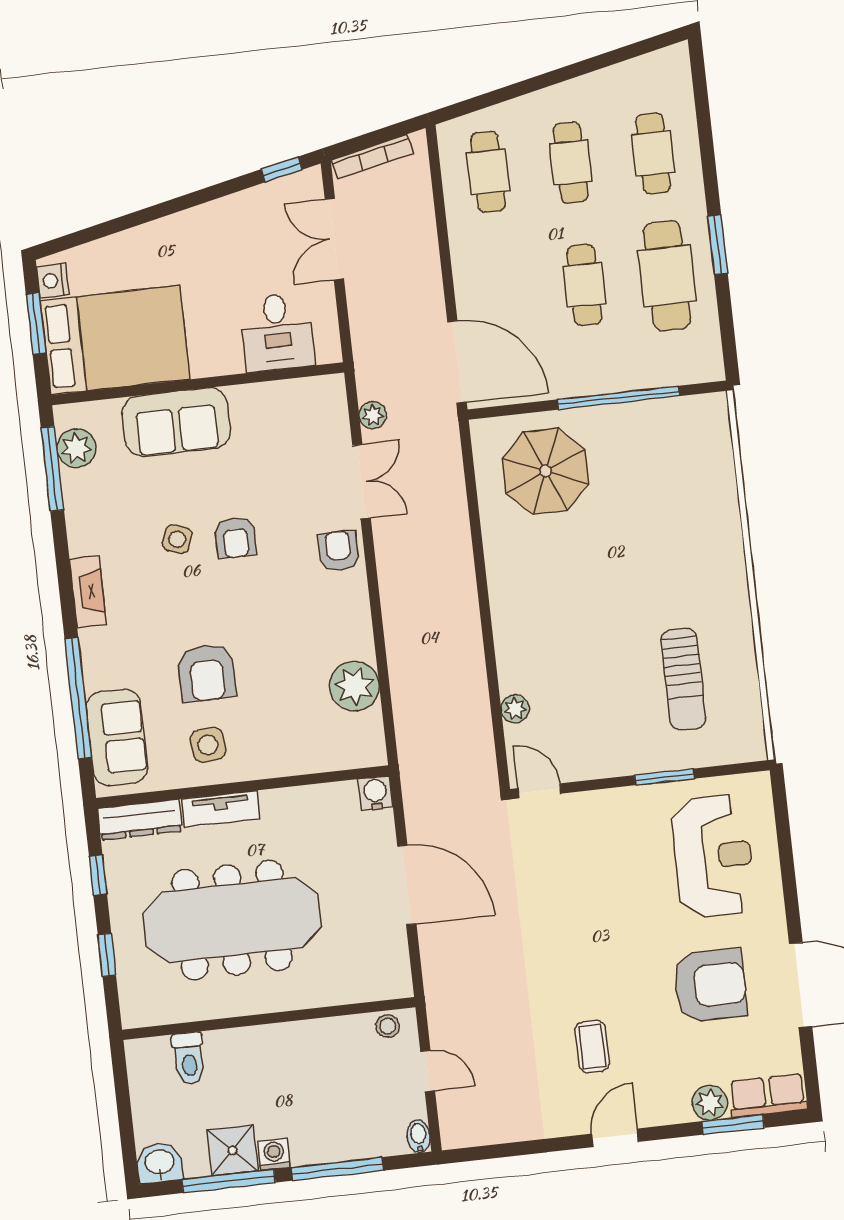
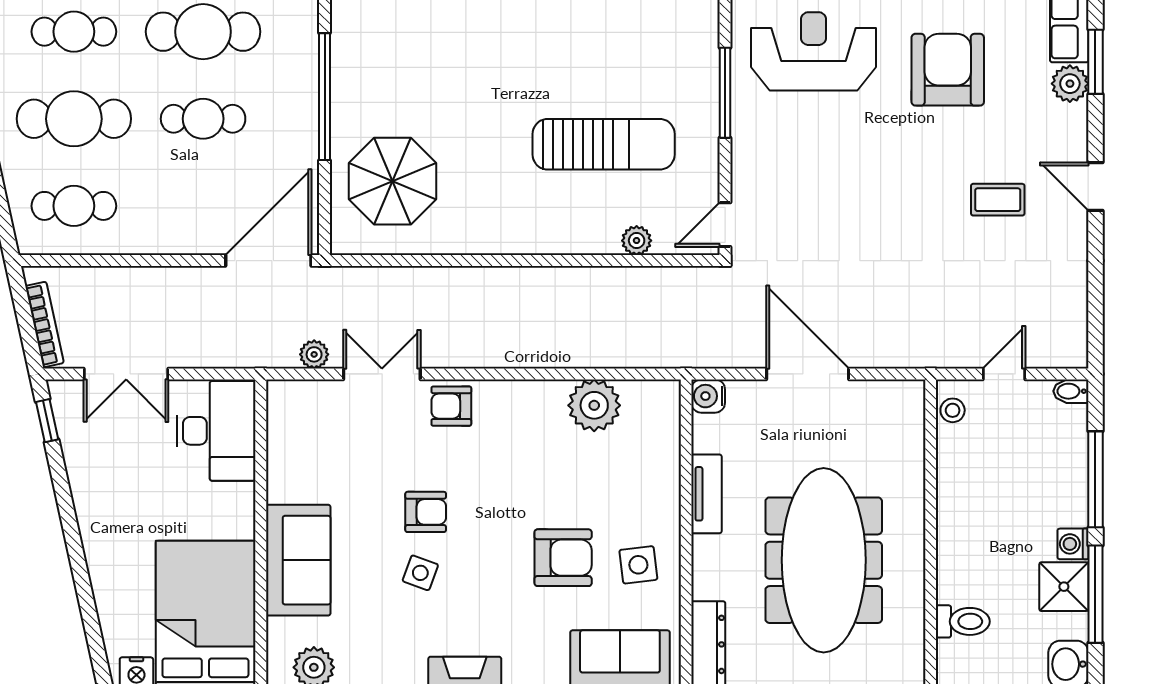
cafe table: (571, 163) -> (74, 119), width x1.37, depth x1.35
desk: (277, 332) -> (216, 431), width x1.37
sun lounger: (683, 679) -> (604, 144), moved, width x1.36, depth x1.34
window: (665, 777) -> (725, 93), width x1.44
tv unit: (221, 809) -> (706, 494), moved
door: (407, 885) -> (808, 374), hinge flipped

